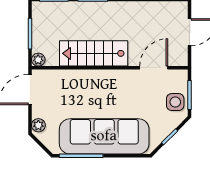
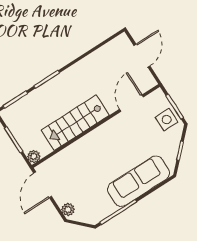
sofa: (104, 136) -> (139, 181), width x0.74, depth x0.79

